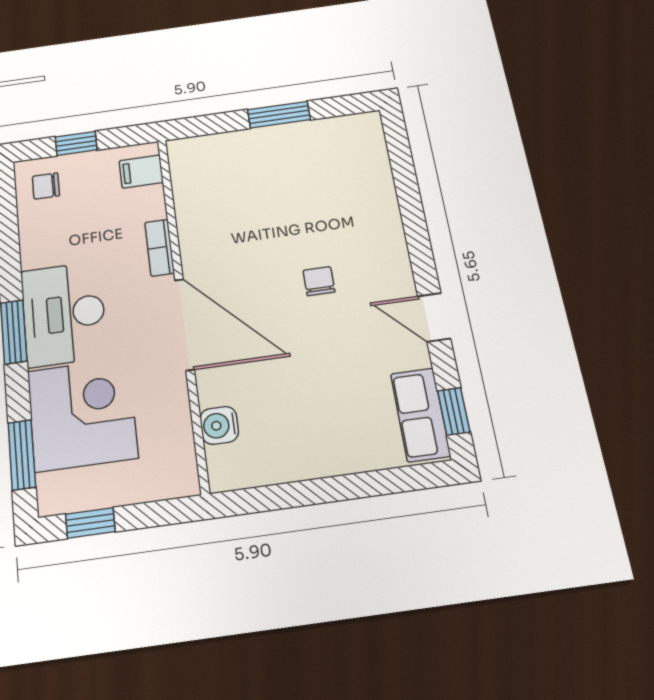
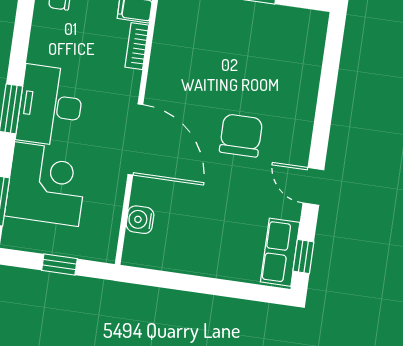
bookcase: (159, 248) -> (137, 46), moved
chair: (319, 281) -> (241, 135), width x1.87, depth x1.87
window: (90, 523) -> (59, 265), moved

